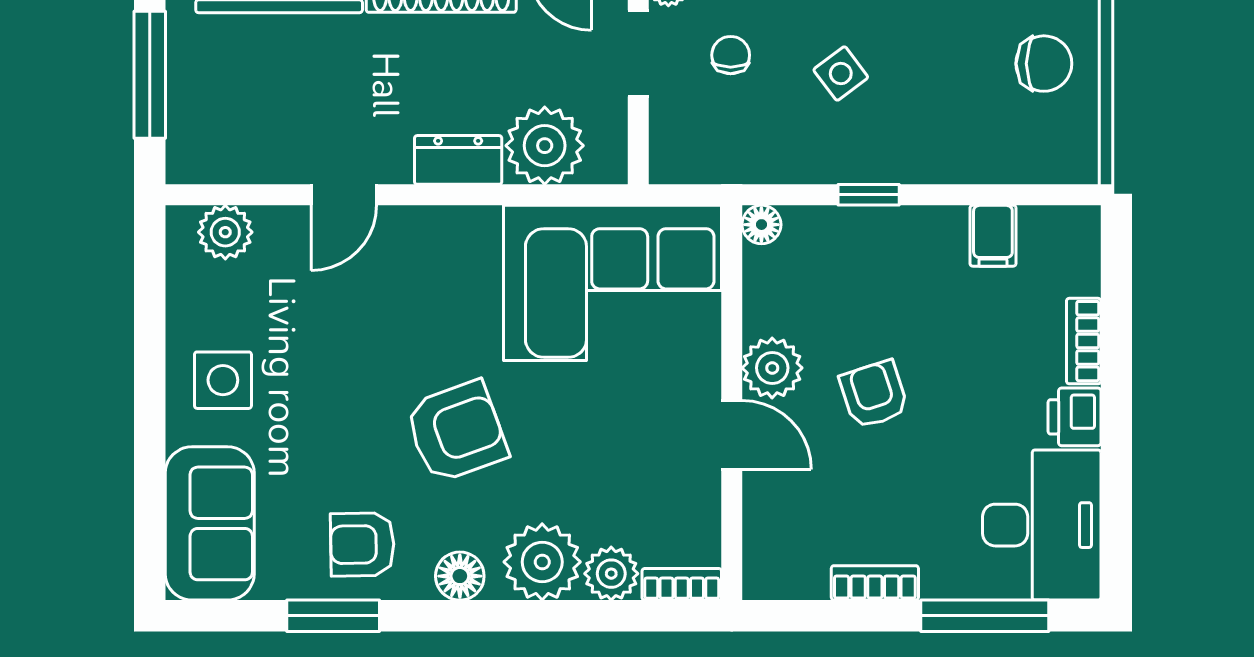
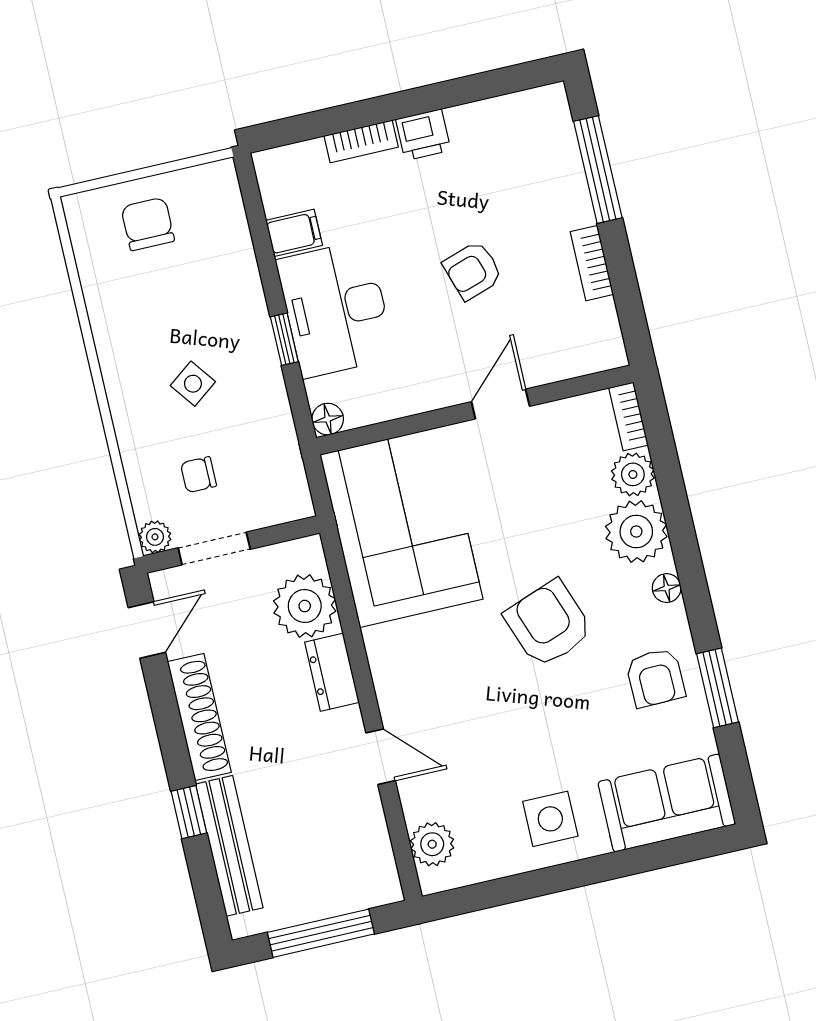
plant: (772, 368) -> (440, 384), removed
armchair: (874, 394) -> (473, 271), moved
desk: (1042, 525) -> (336, 309), moved, turned -90
floor lamp: (460, 576) -> (667, 588), width x0.73, depth x0.73

